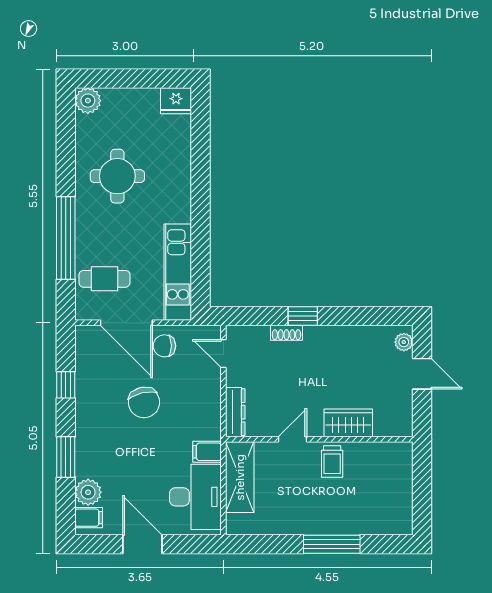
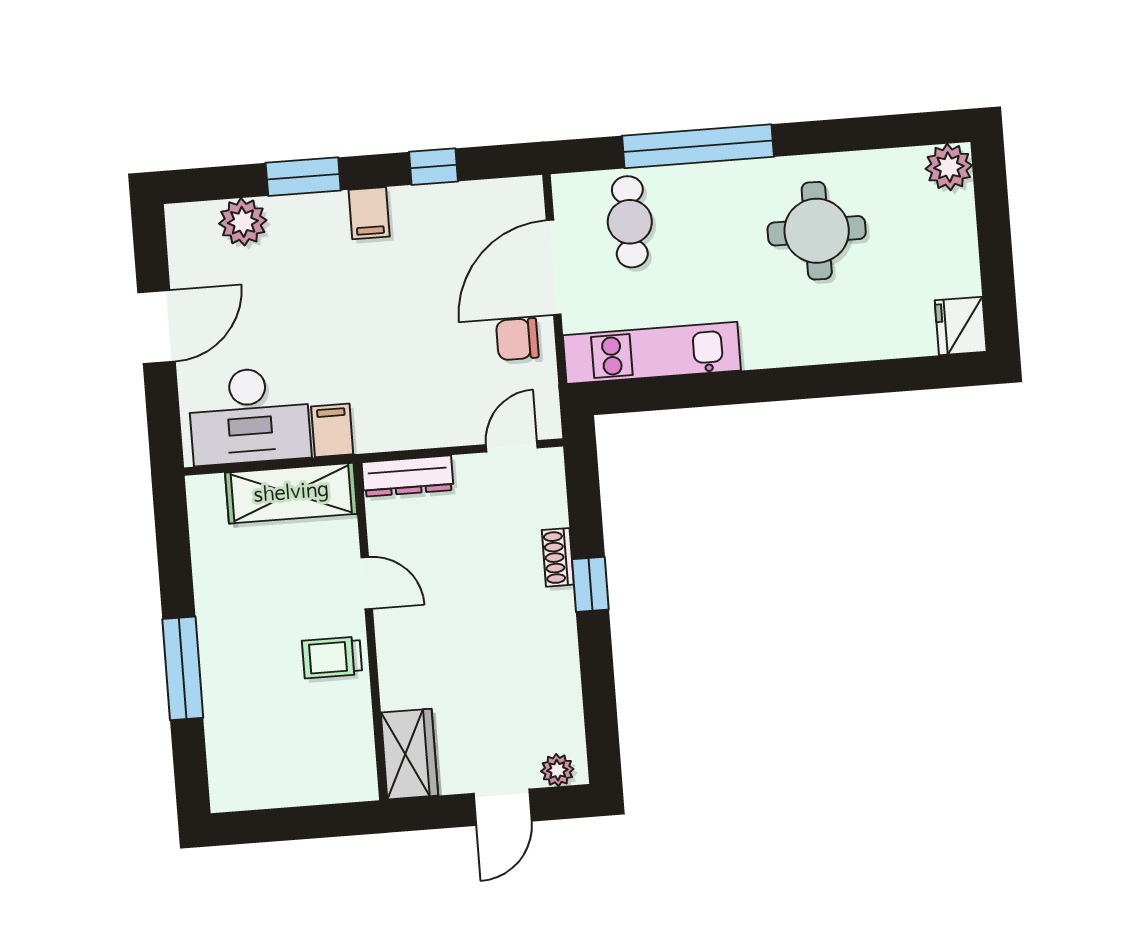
chair: (164, 346) -> (517, 339), turned -90
chair: (144, 402) -> (412, 310), removed
wardrobe: (348, 423) -> (409, 754), moved
filing cabinet: (89, 518) -> (369, 213), moved

